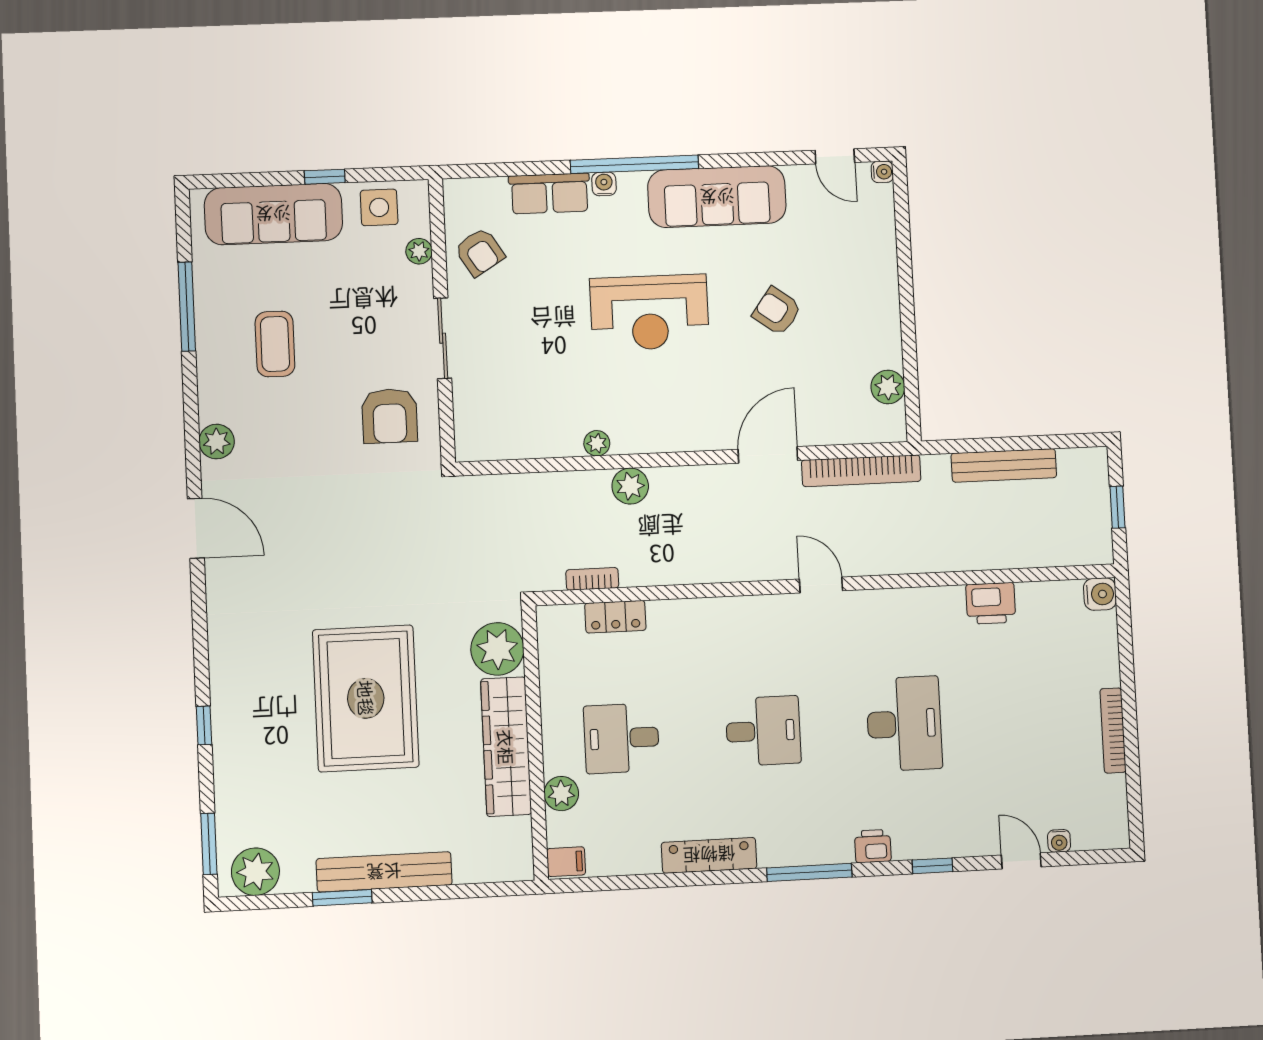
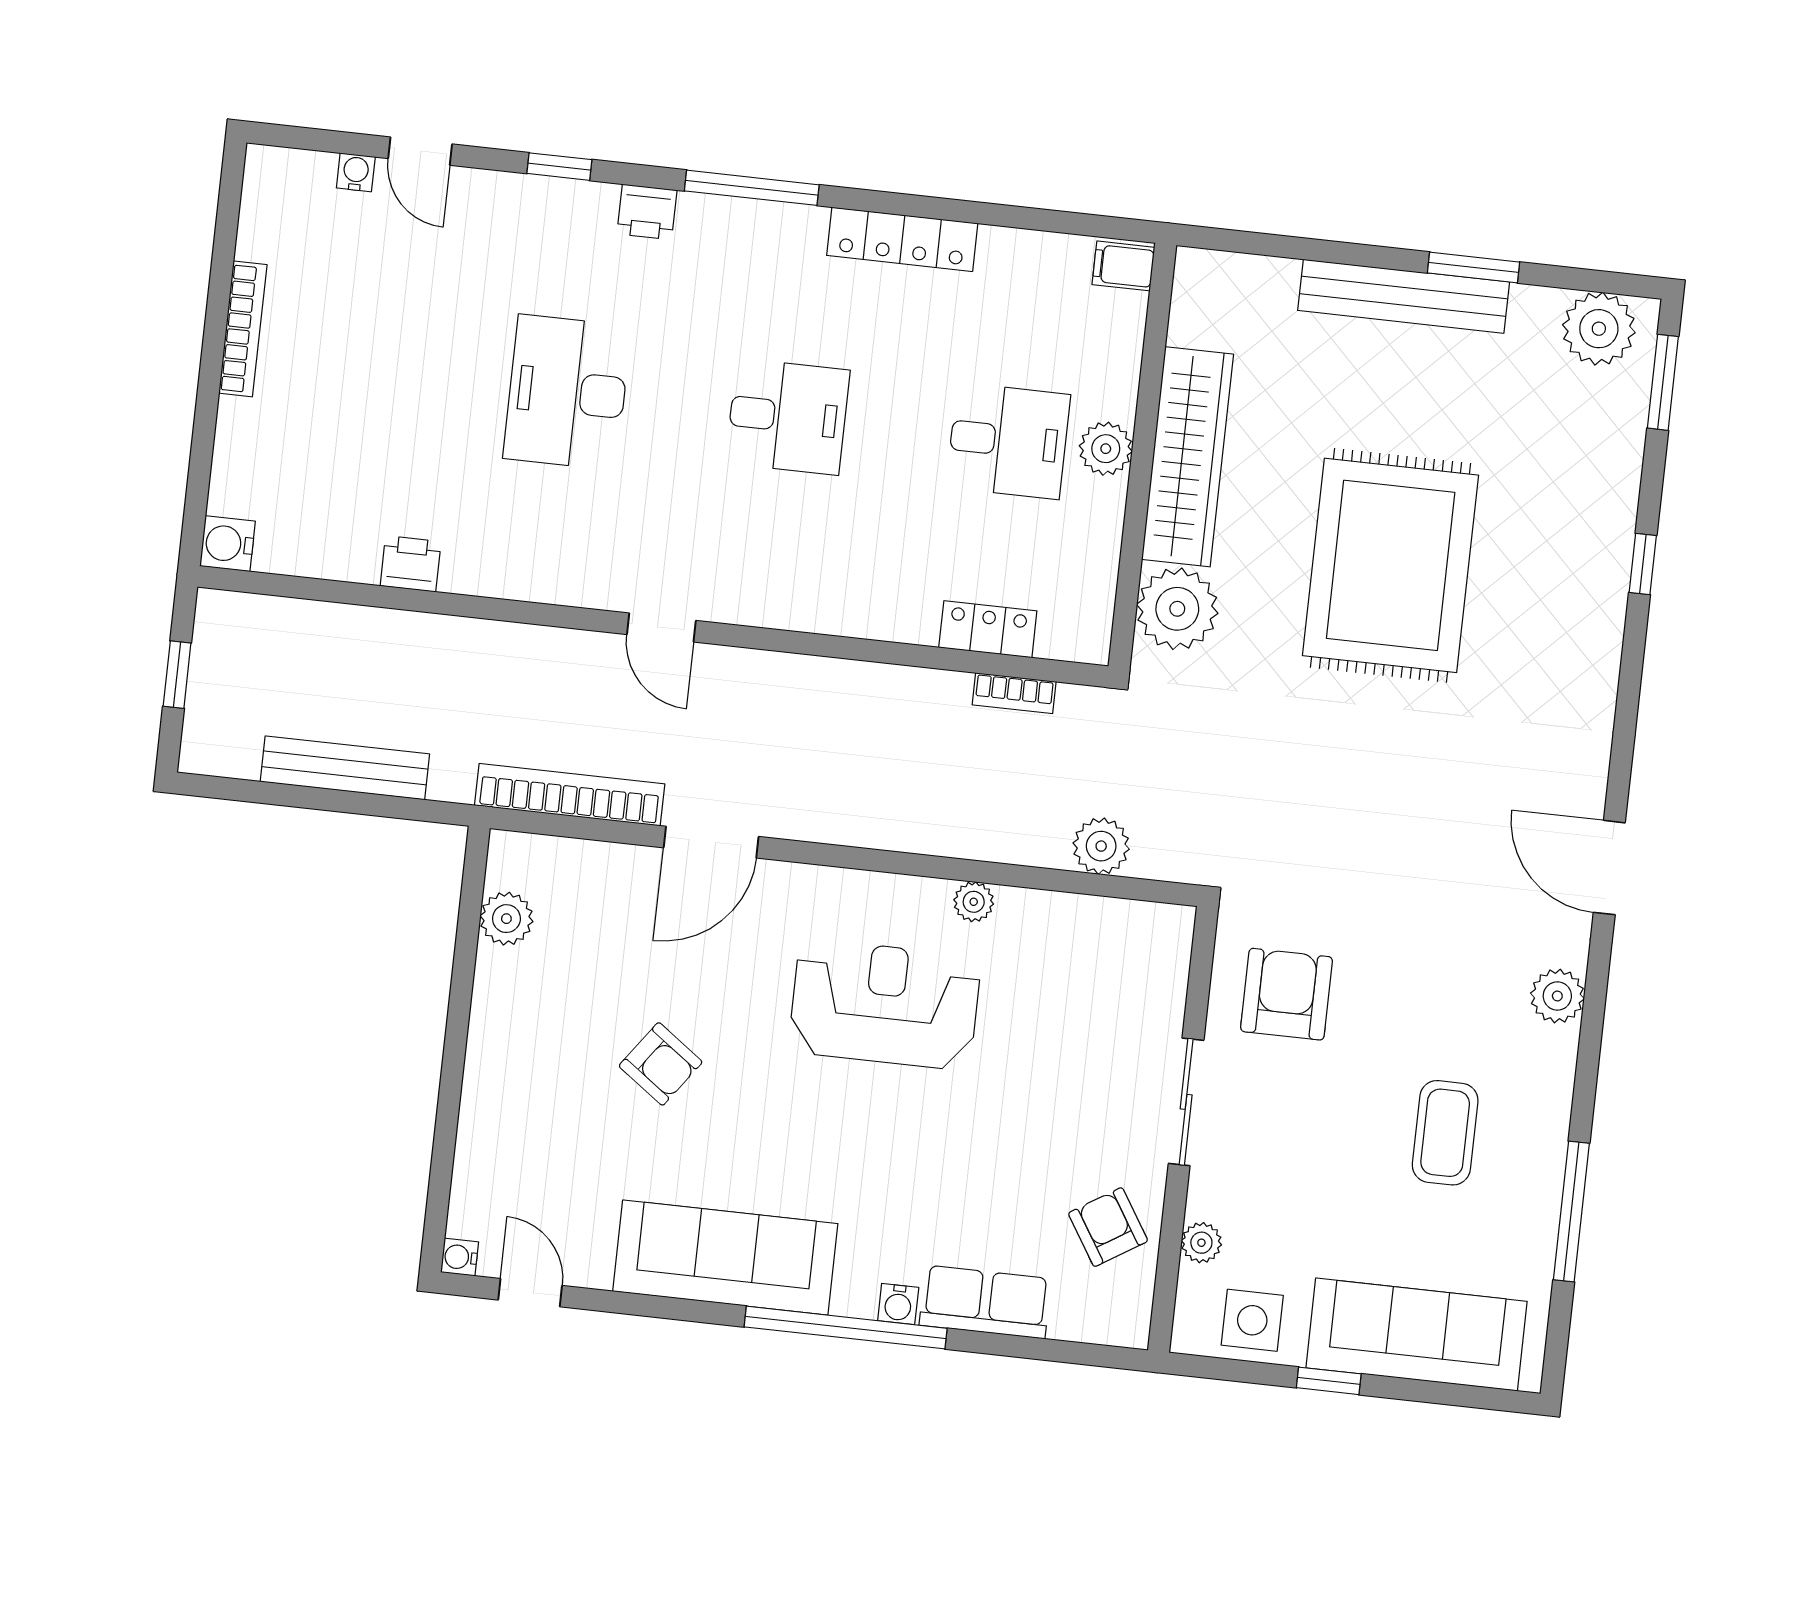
reception desk: (650, 312) -> (885, 1004), moved
plant: (630, 486) -> (1101, 846), moved
printer: (991, 603) -> (411, 564), width x0.73, depth x0.81
desk: (763, 731) -> (788, 417), turned 180
plant: (561, 794) -> (1106, 449), moved

